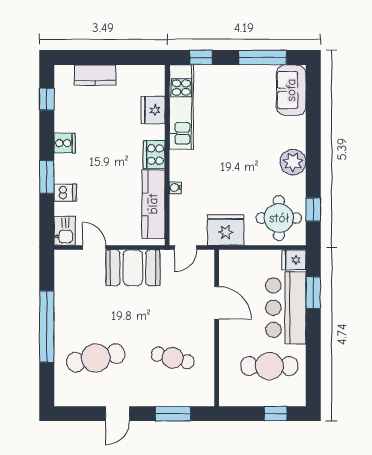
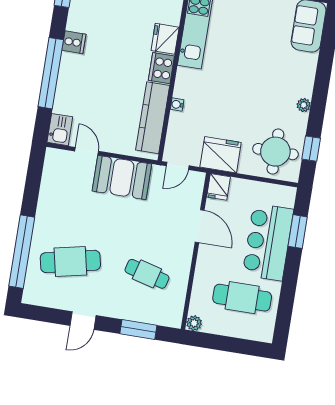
fridge: (153, 110) -> (165, 39), moved
plant: (293, 162) -> (304, 105), width x0.53, depth x0.53
window: (47, 177) -> (51, 73), width x2.11
dishwasher: (65, 193) -> (66, 92), removed
fridge: (294, 260) -> (219, 187), moved, turned -90
window: (47, 327) -> (22, 252), moved
plant: (226, 399) -> (194, 323), added
window: (276, 414) -> (241, 346), removed

